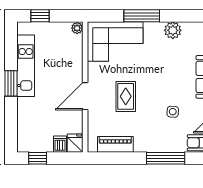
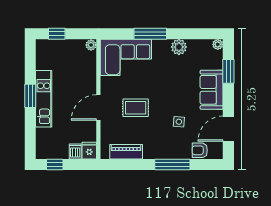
kitchen unit: (26, 66) -> (44, 99), moved
rug: (126, 96) -> (136, 108), turned 90

